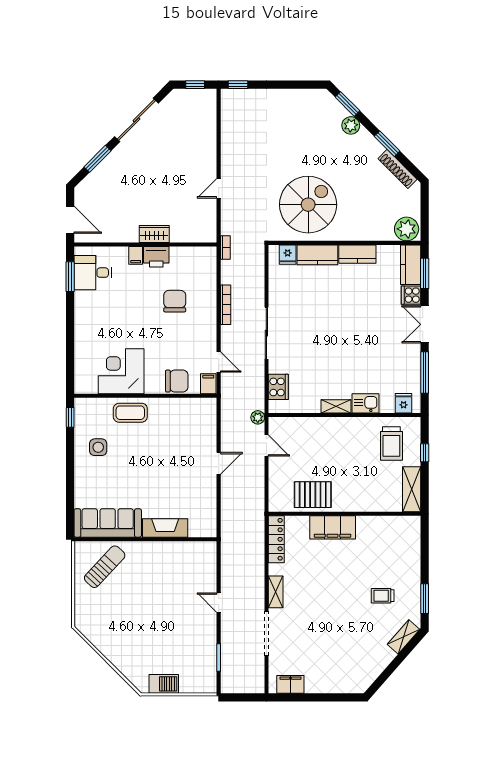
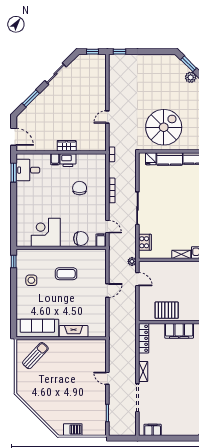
sliding door: (136, 120) -> (55, 74), width x0.73
coffee table: (130, 413) -> (66, 274), moved

